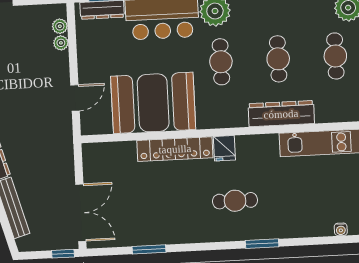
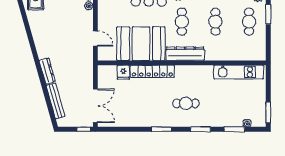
door: (75, 98) -> (95, 38), hinge flipped
dresser: (281, 114) -> (185, 54), moved
fridge: (224, 148) -> (123, 72), moved
window: (320, 241) -> (234, 129), added
window: (149, 249) -> (162, 129), moved

